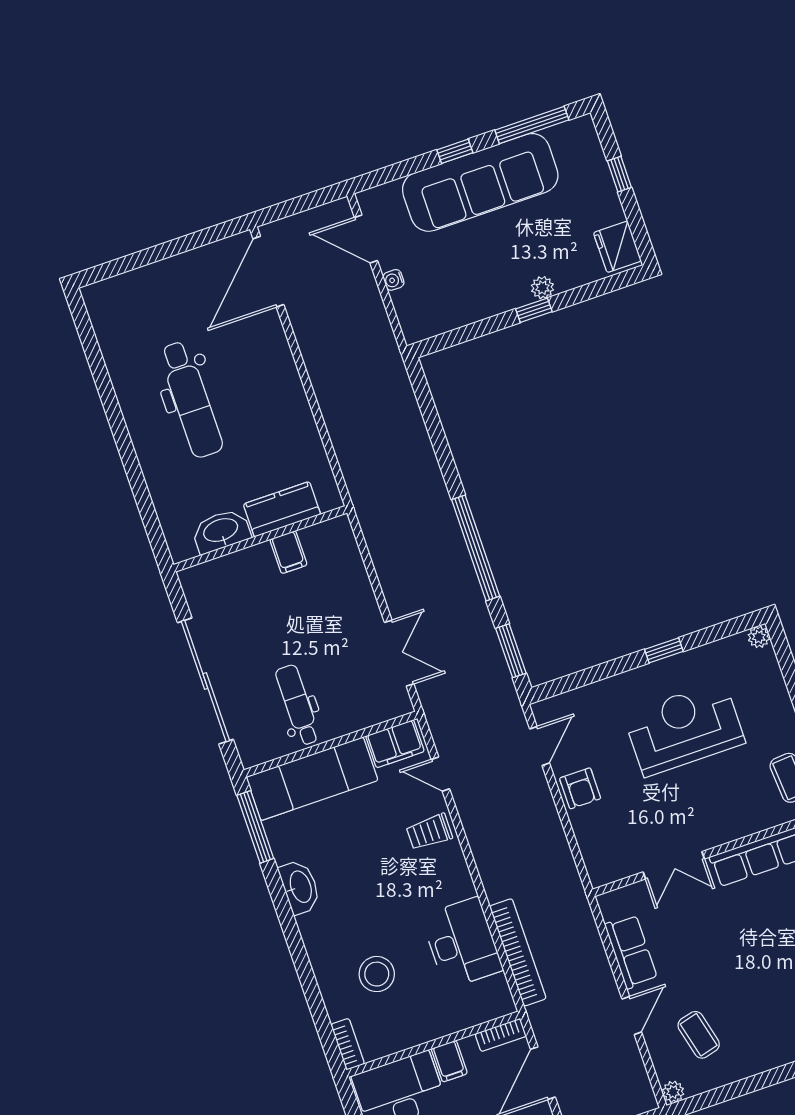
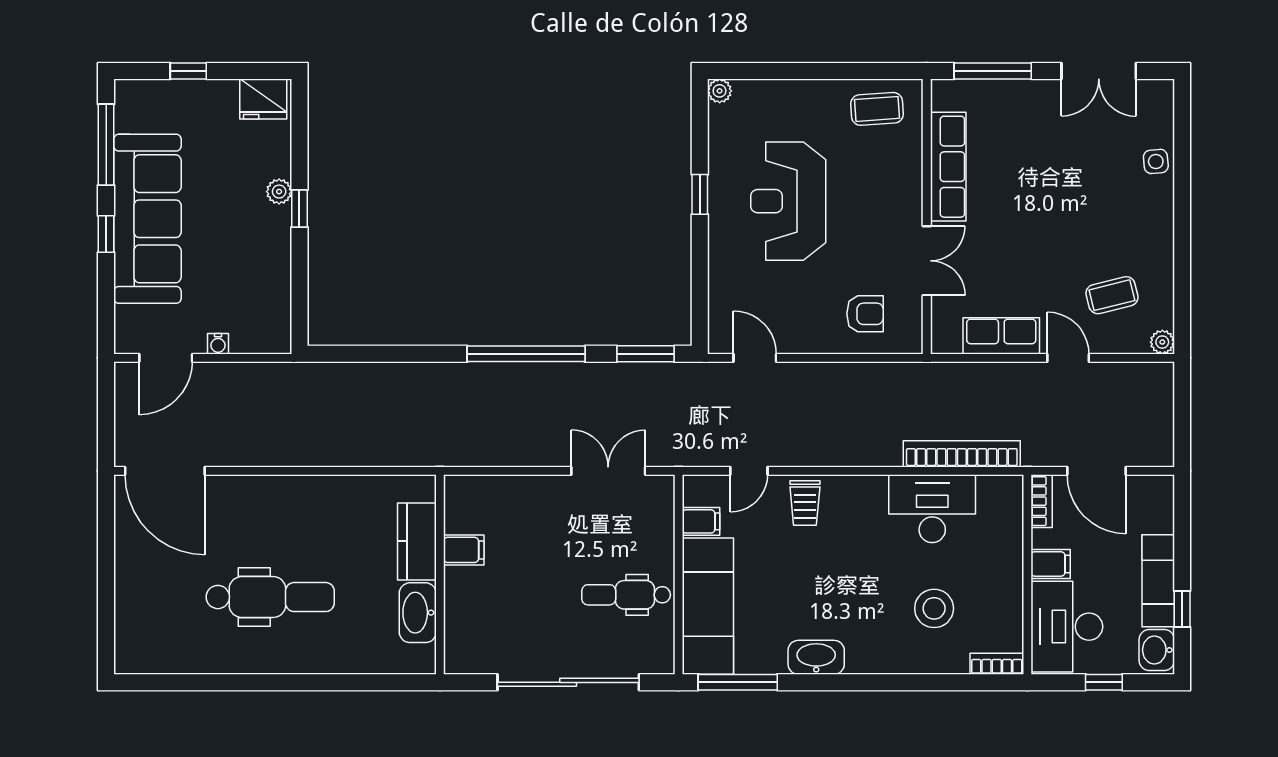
filing cabinet: (395, 744) -> (701, 521), width x0.50
armchair: (580, 788) -> (865, 314), moved

